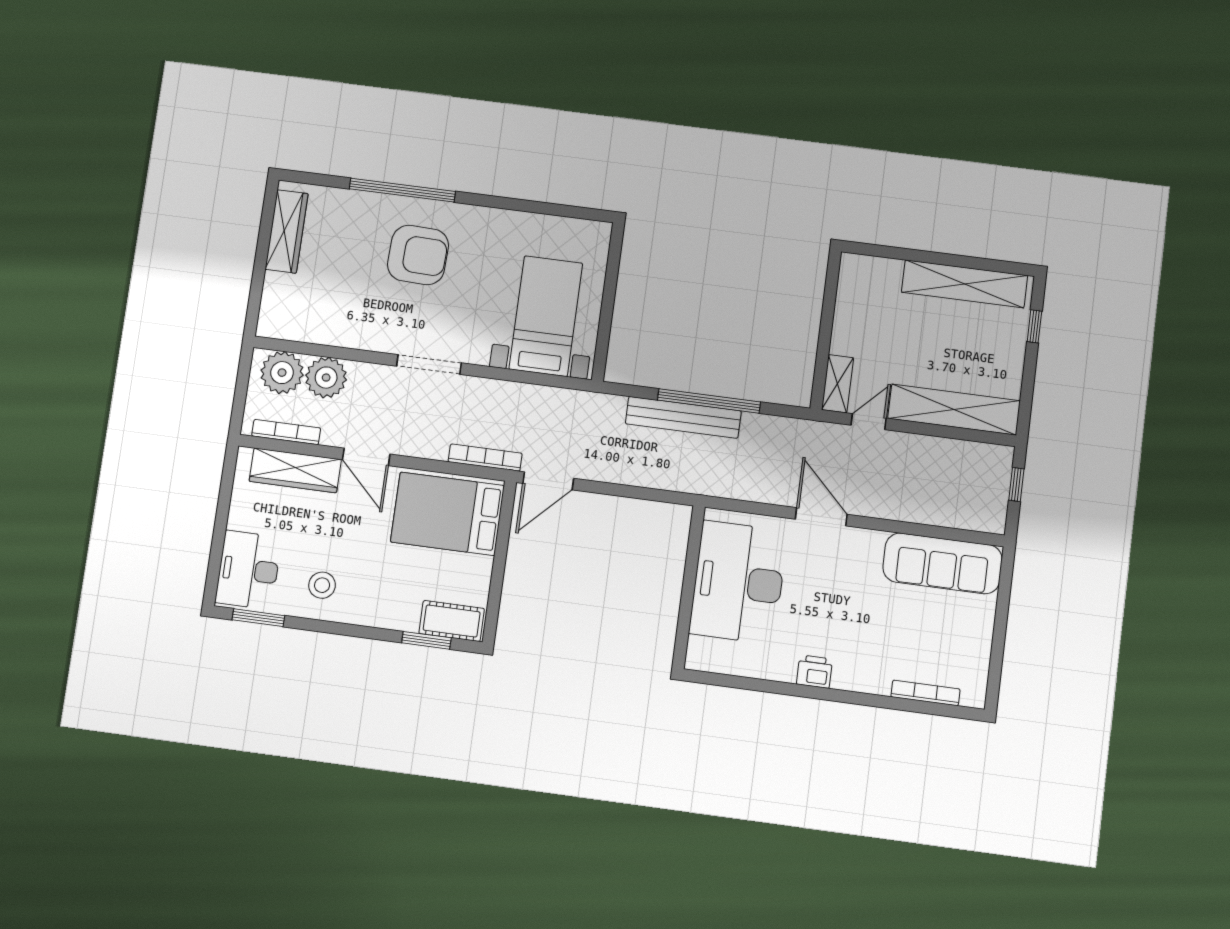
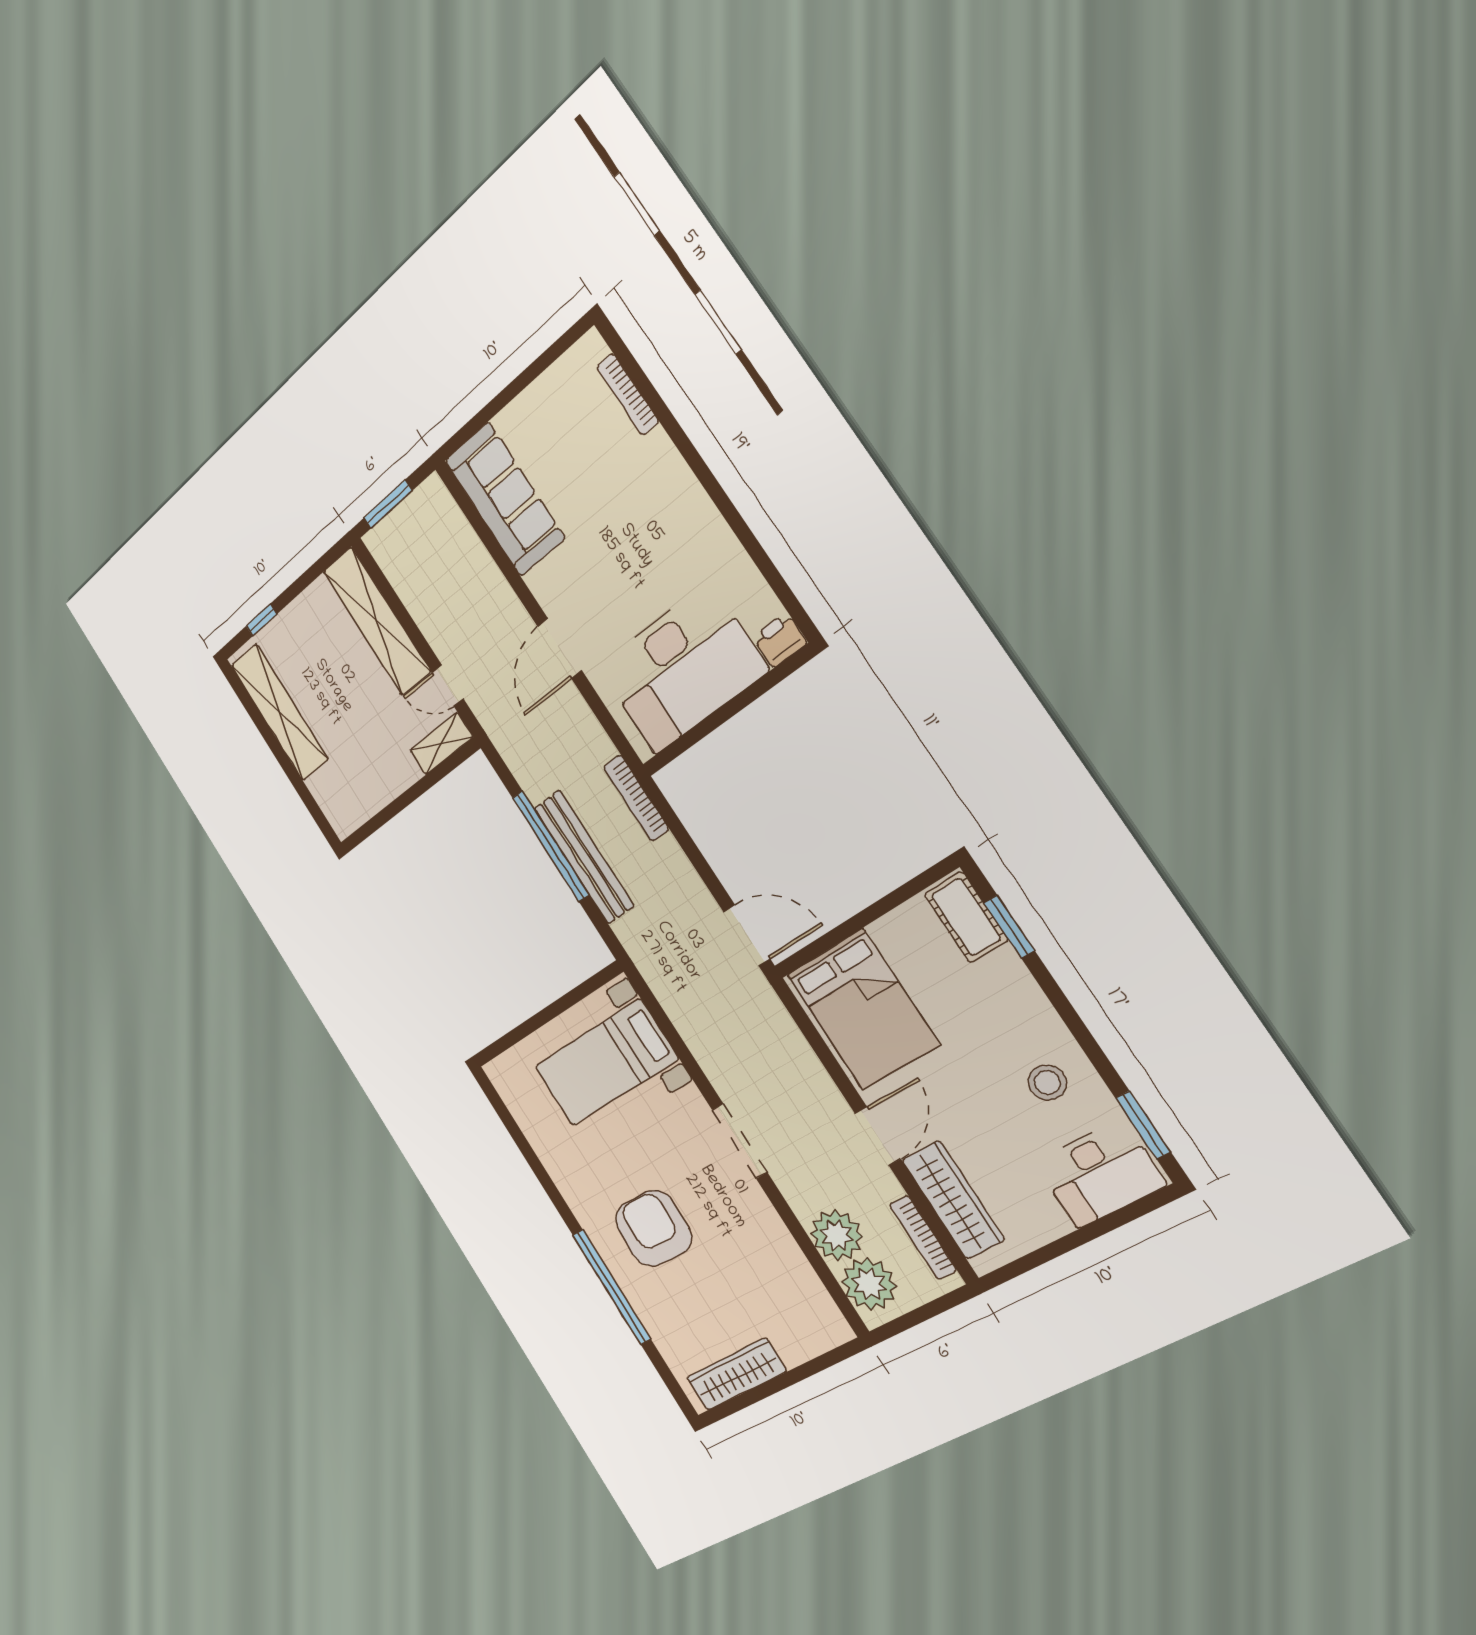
bookcase: (485, 458) -> (636, 798), moved
window: (1016, 484) -> (388, 504), width x1.50
printer: (814, 672) -> (780, 640), moved, turned 90

